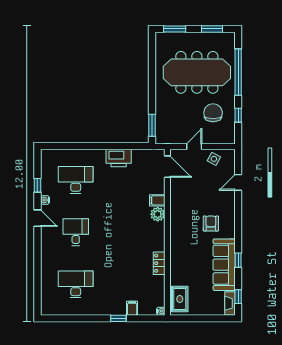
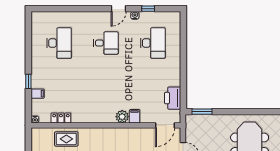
printer: (119, 158) -> (173, 98), moved
locker: (159, 263) -> (61, 118), moved
rug: (180, 299) -> (66, 139), moved

